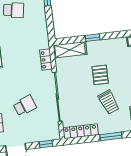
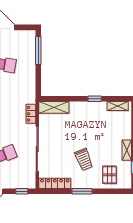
window: (93, 38) -> (95, 99), moved
pallet: (100, 75) -> (79, 134), removed

